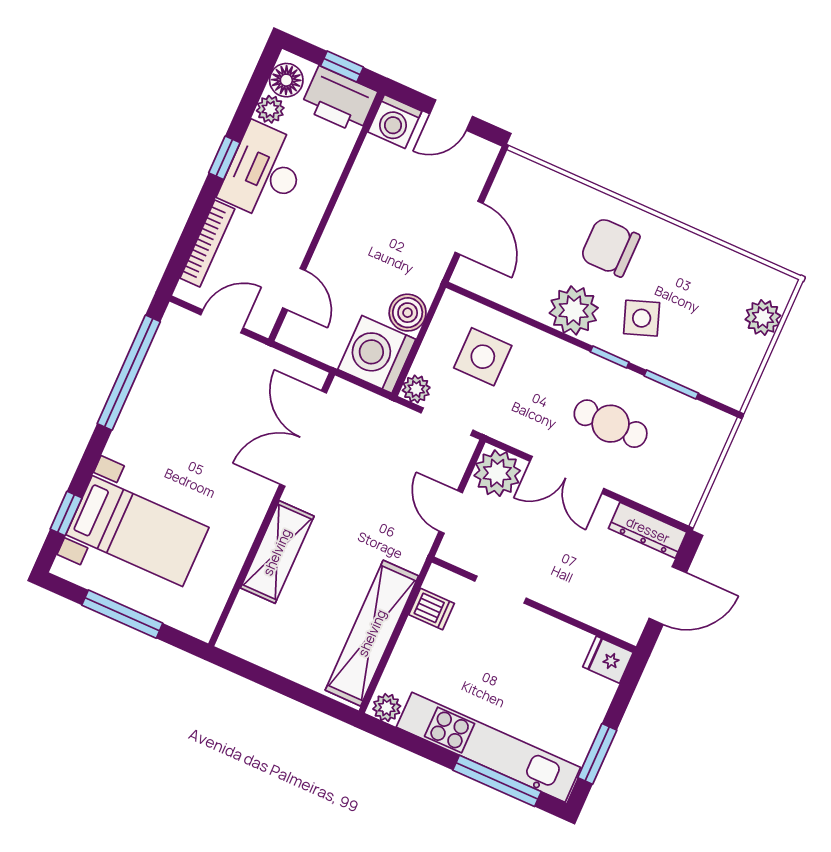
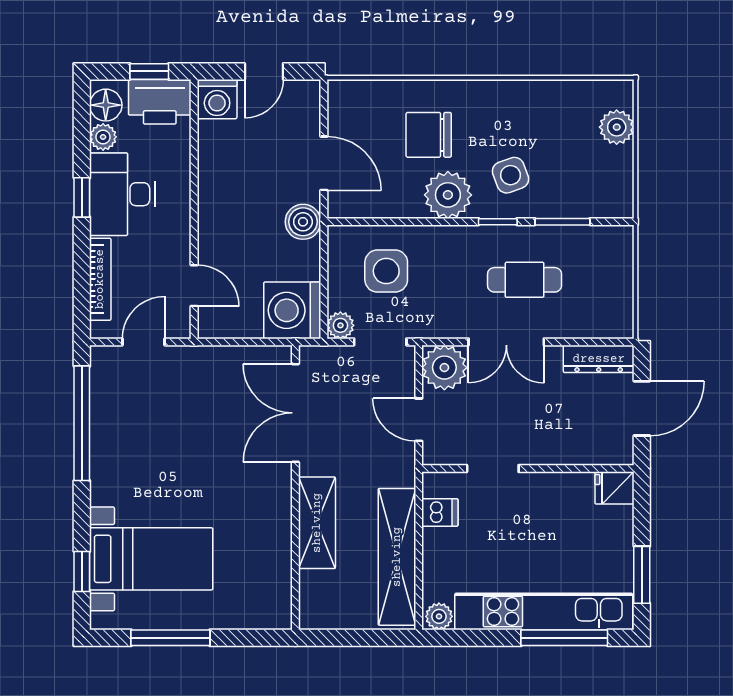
chair: (610, 247) -> (429, 135), moved
boiler: (408, 313) -> (303, 222), moved
double door: (303, 439) -> (295, 413), moved
wall: (272, 509) -> (295, 487), moved
shelving: (277, 552) -> (317, 523), moved

